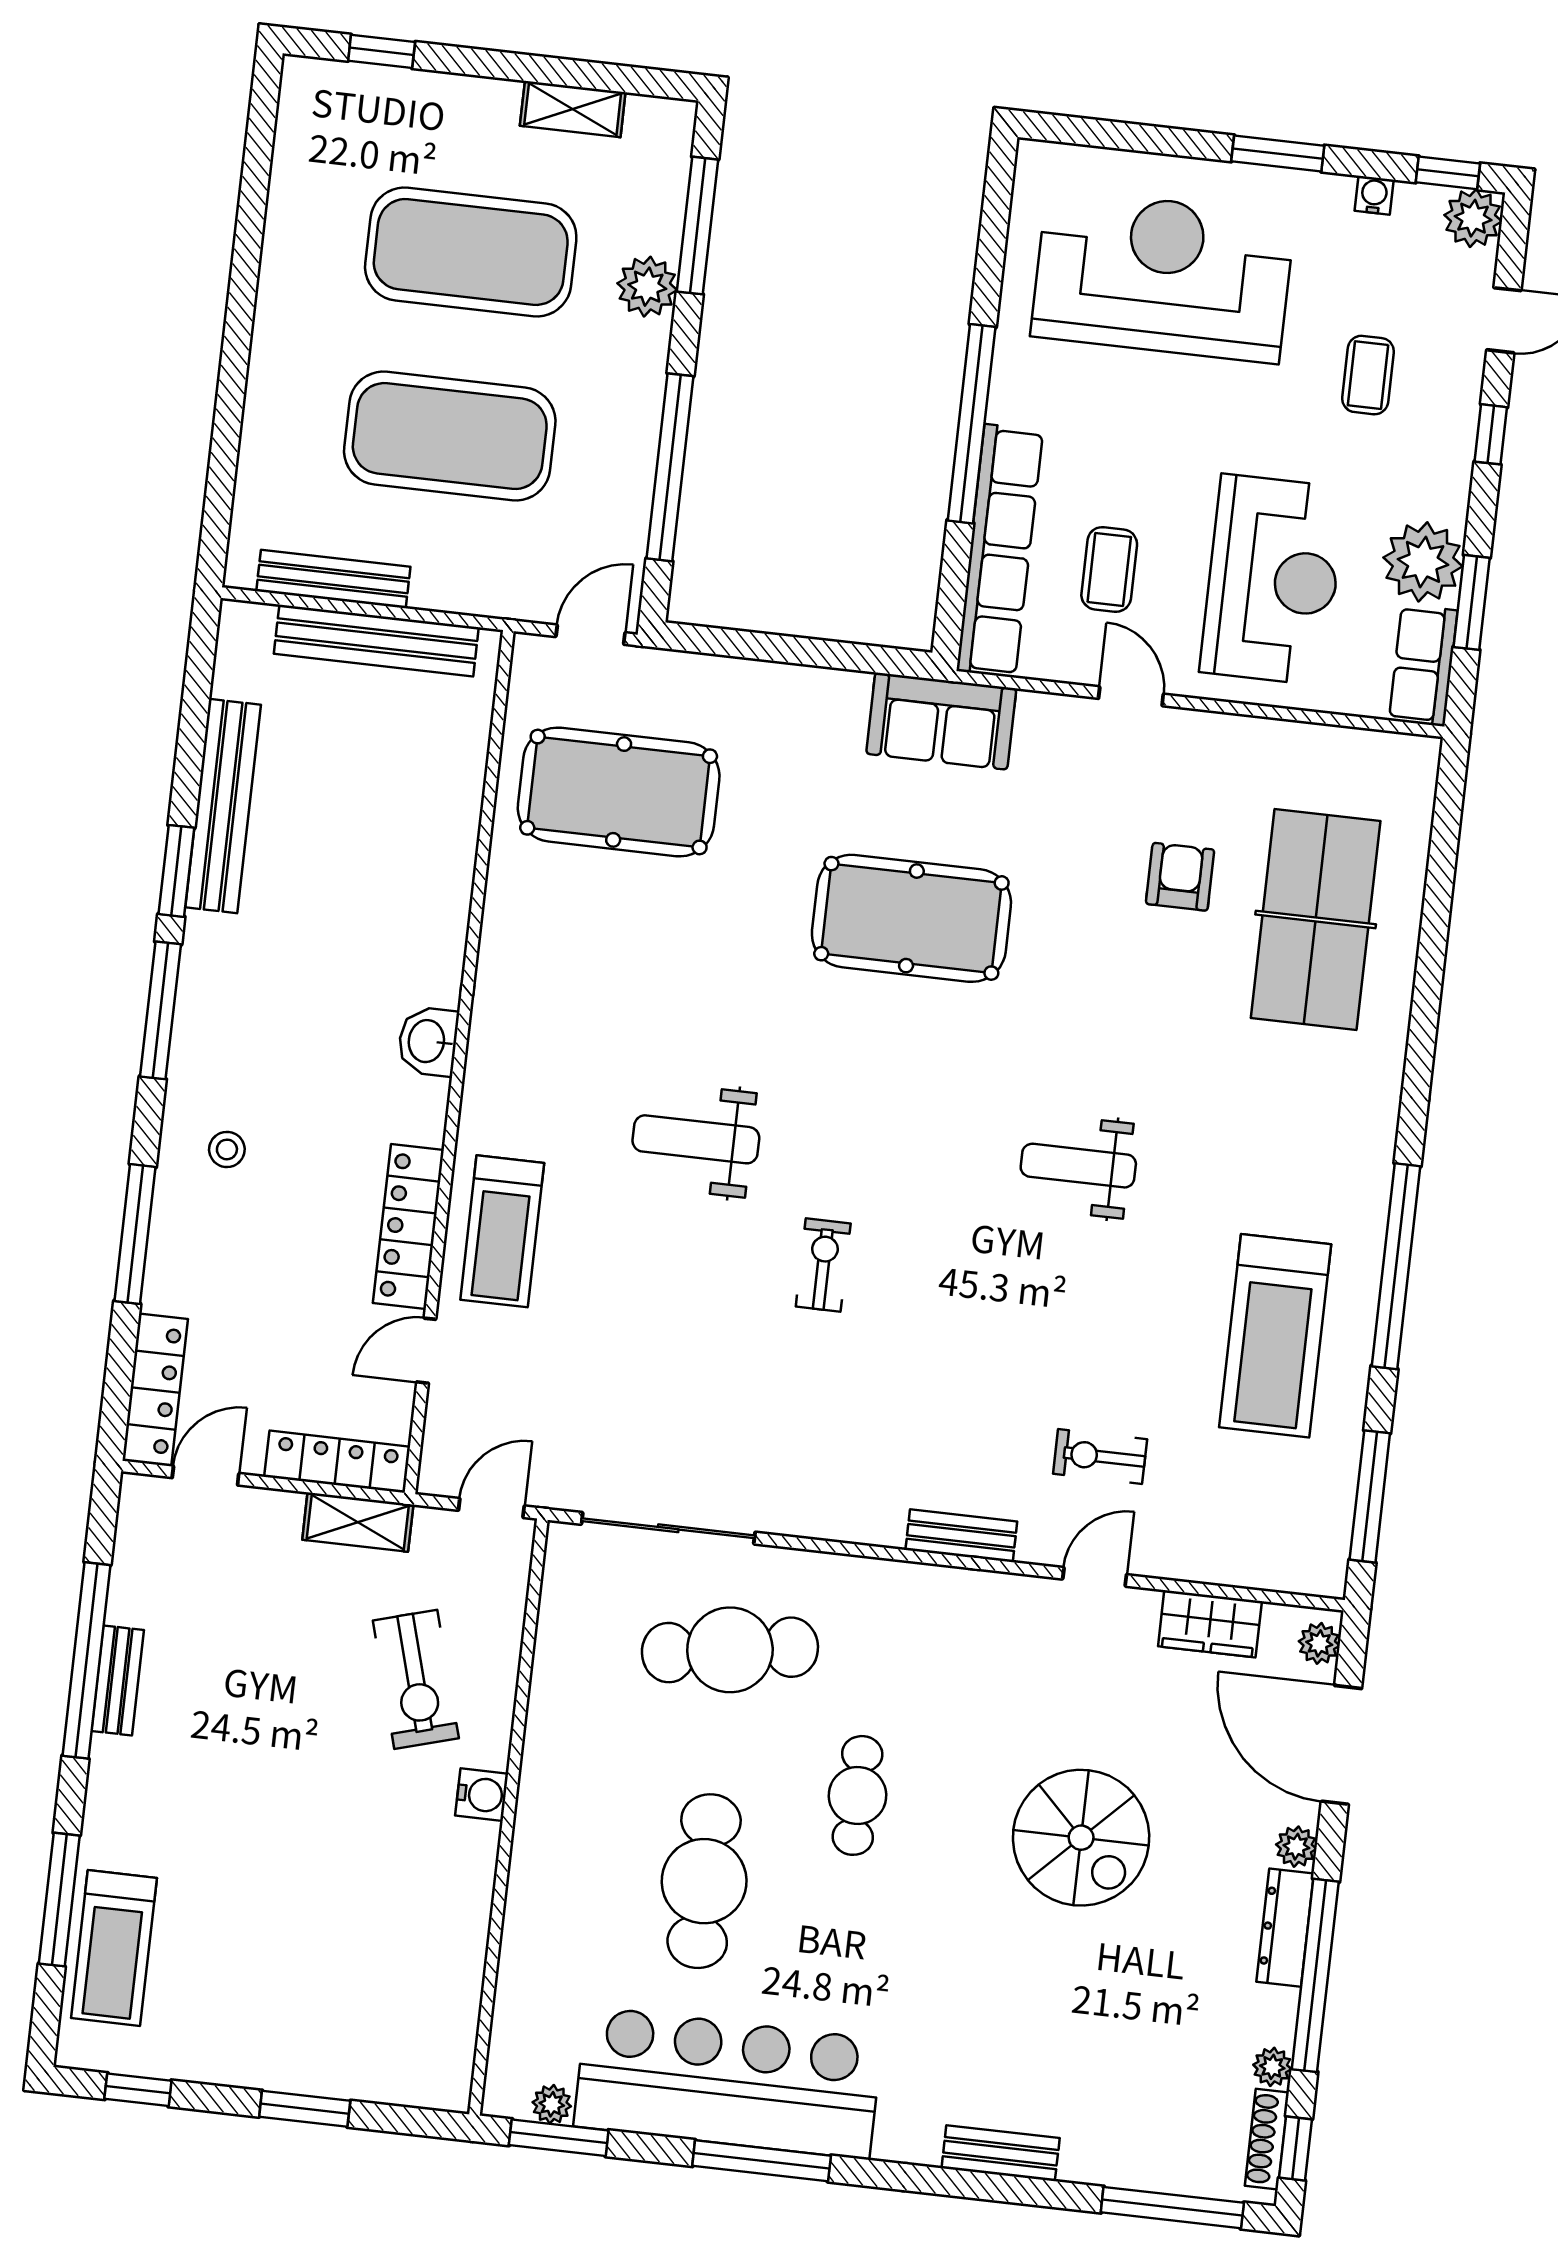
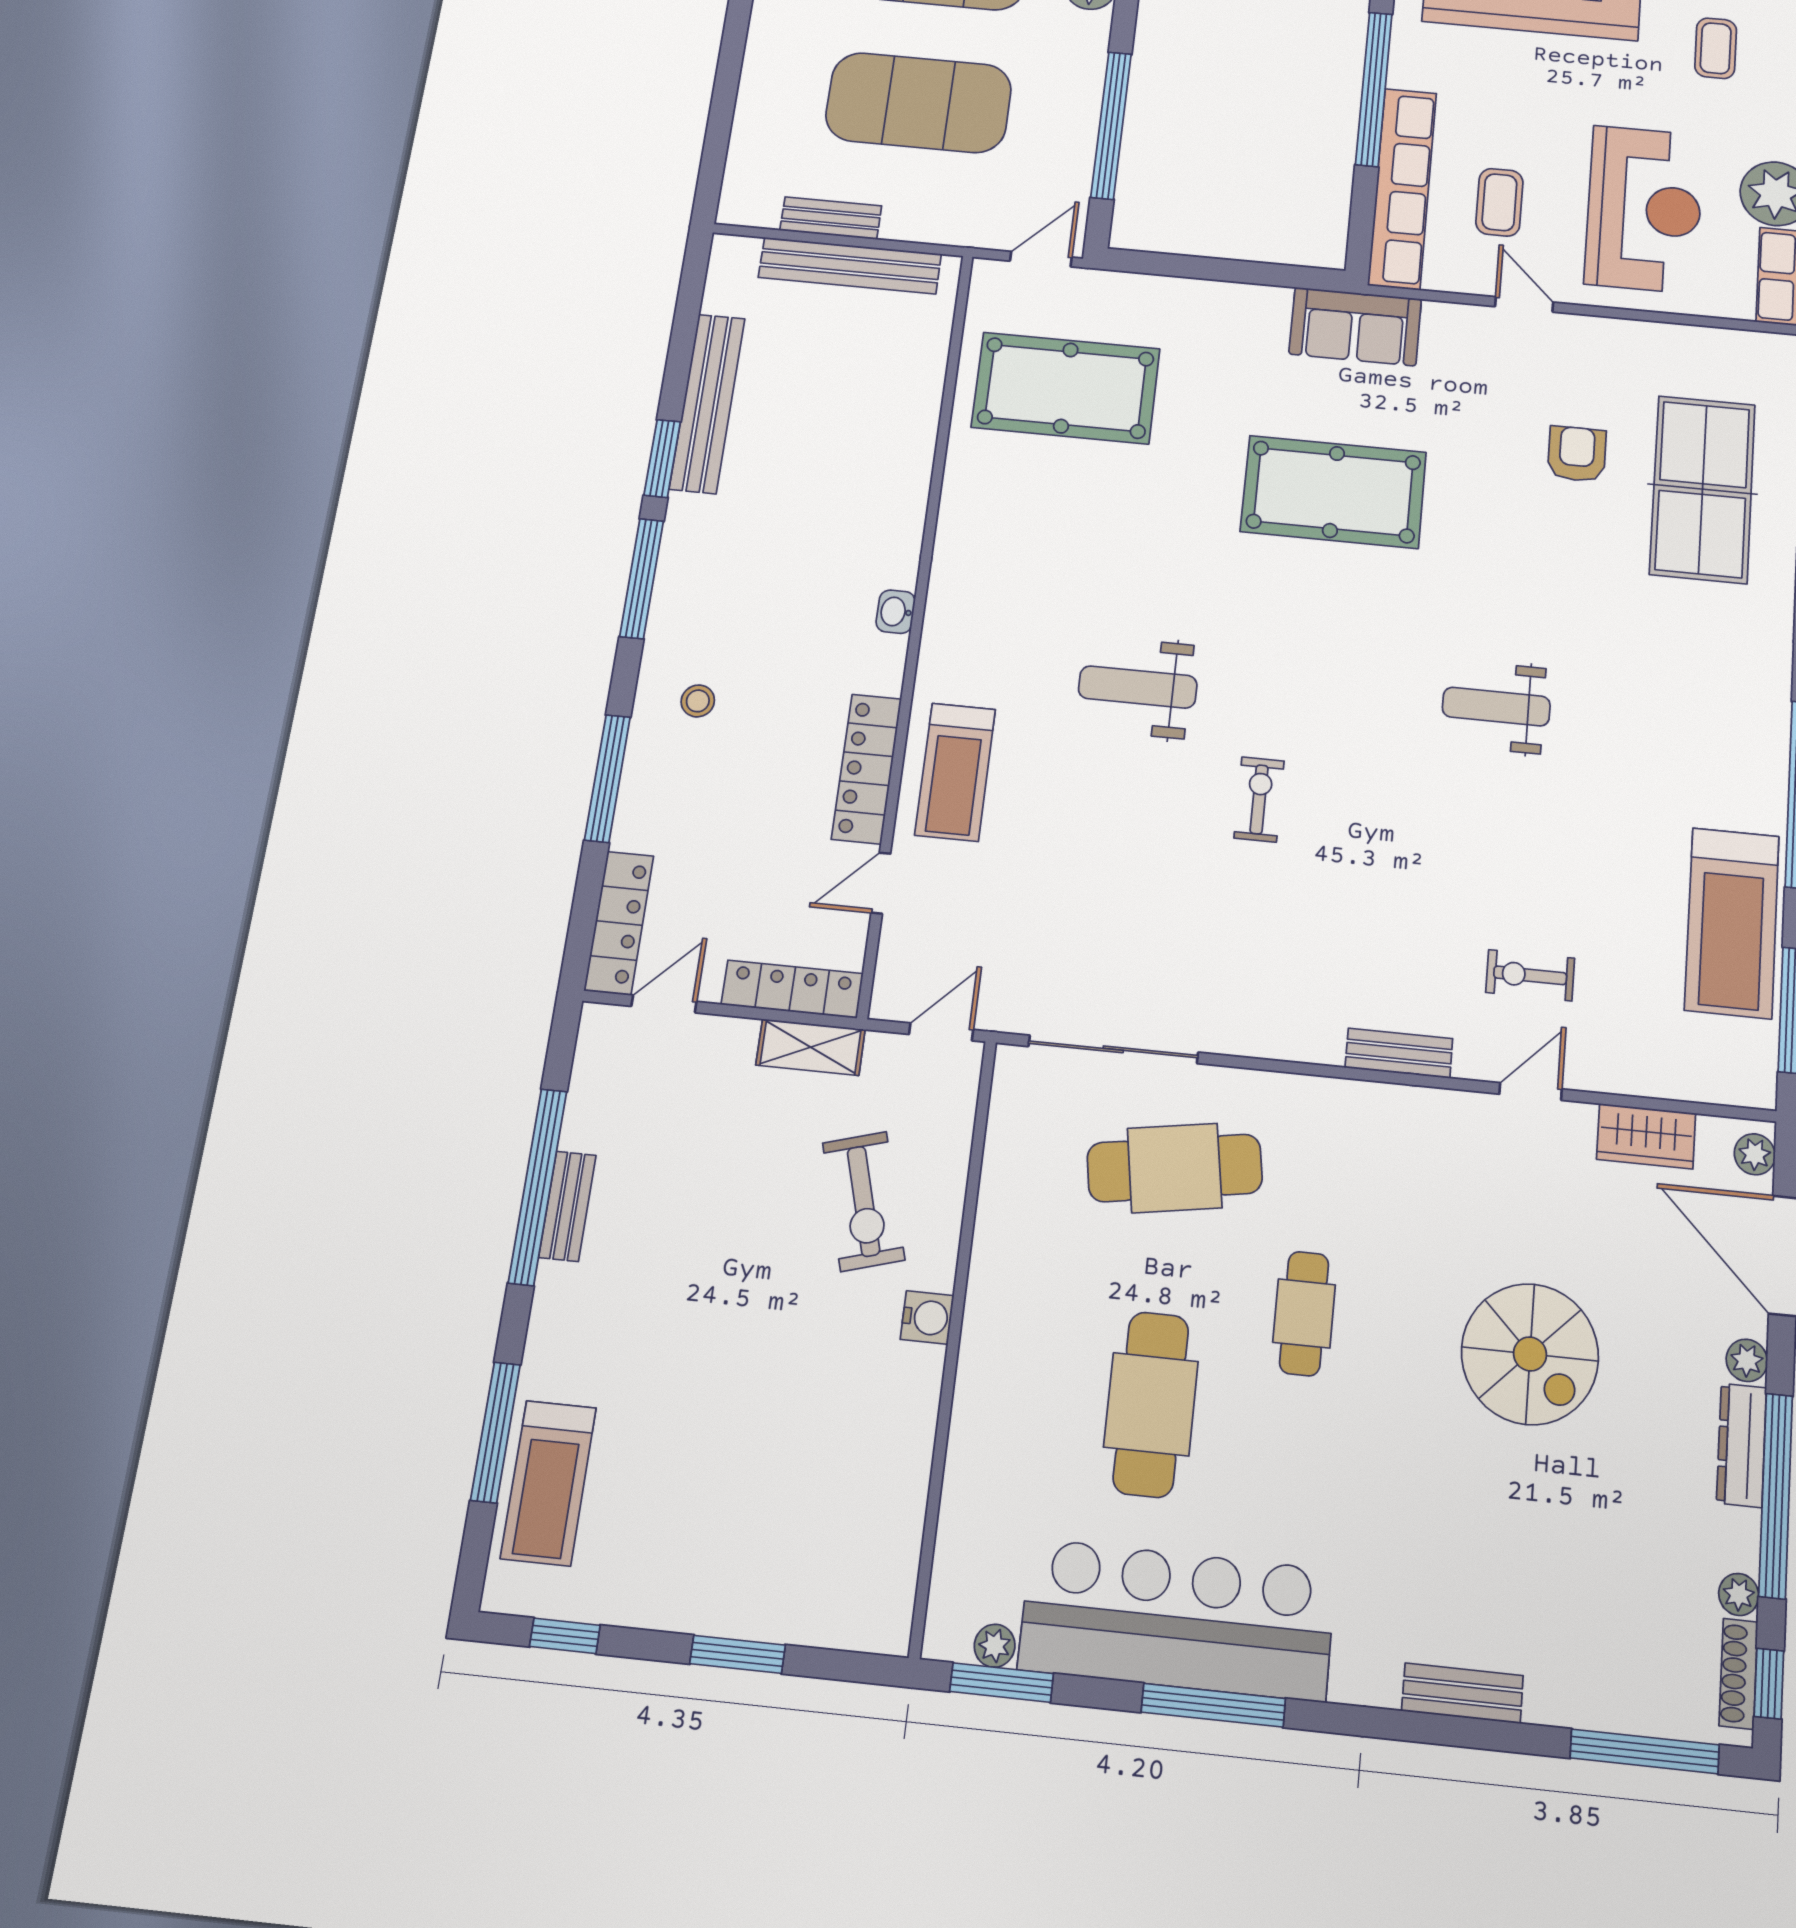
bench: (333, 579) -> (831, 218), width x0.73
washbasin: (428, 1041) -> (896, 612), width x0.72, depth x0.69
treadmill: (1275, 1336) -> (1732, 923), moved

